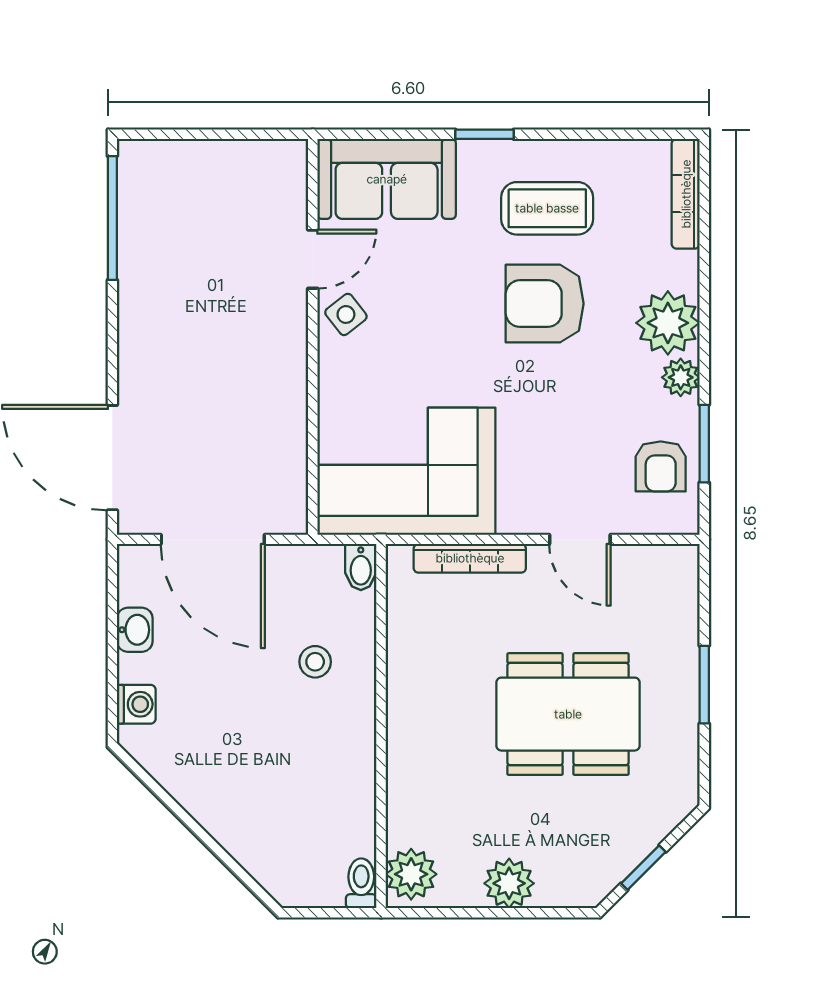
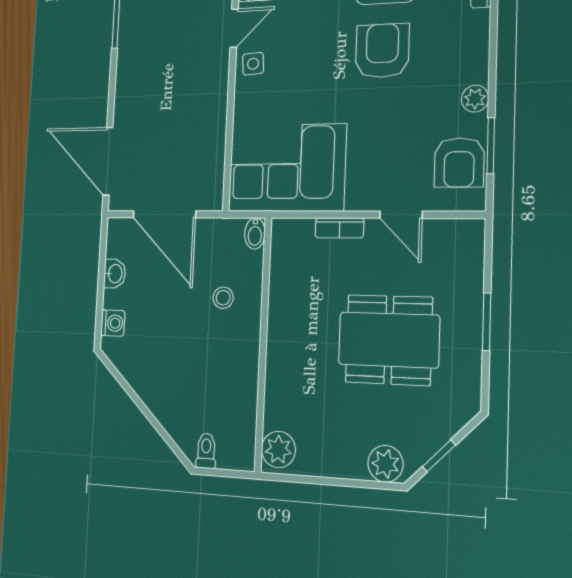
armchair: (545, 304) -> (382, 51), turned 90
side table: (346, 314) -> (253, 64), turned 34
plant: (668, 323) -> (467, 60), removed
armchair: (661, 466) -> (459, 162), width x1.38, depth x1.38
bookcase: (470, 558) -> (339, 228), width x0.64
toilet: (361, 883) -> (206, 451), moved
plant: (509, 883) -> (385, 464), moved

